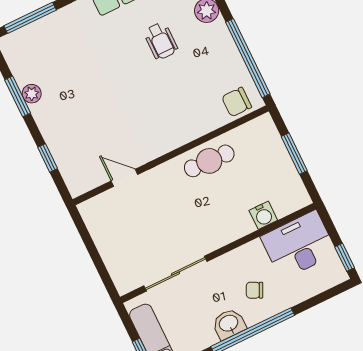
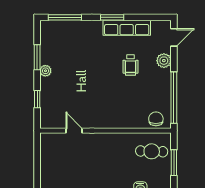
plant: (32, 94) -> (45, 71), moved
chair: (237, 102) -> (156, 119), turned 90
cafe table: (209, 161) -> (152, 151), moved

